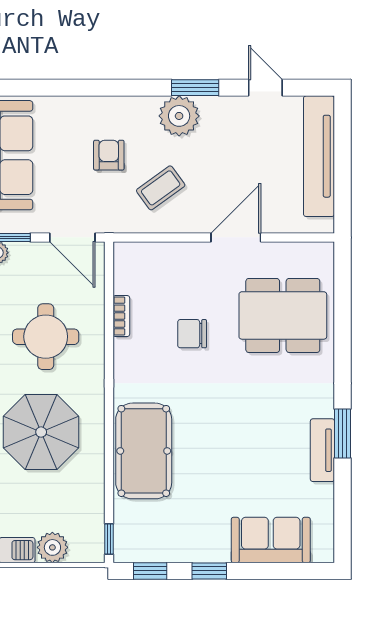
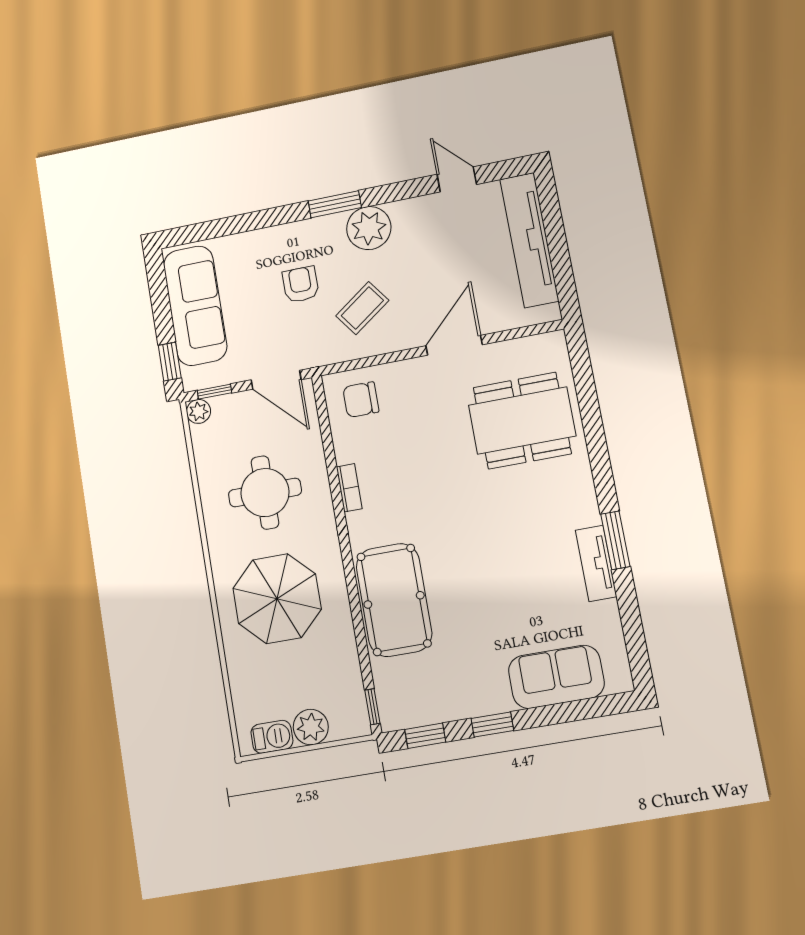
window: (195, 88) -> (335, 204), moved
bookcase: (121, 316) -> (349, 488), moved
chair: (192, 334) -> (361, 400), moved

